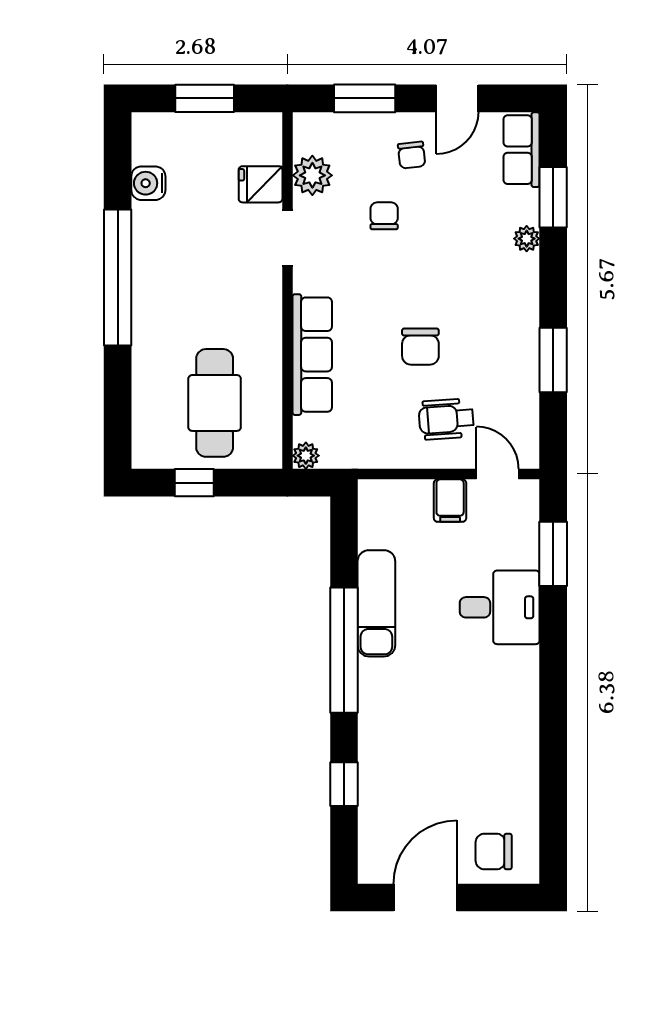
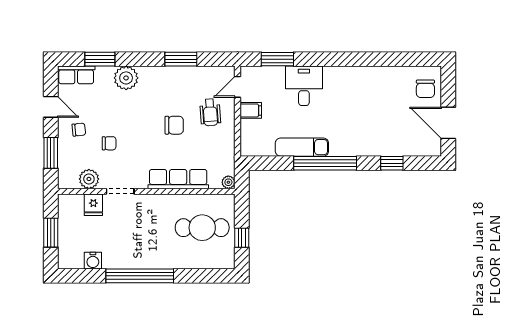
chair: (384, 216) -> (109, 143), turned 180
plant: (527, 239) -> (126, 78), width x1.87, depth x1.87

